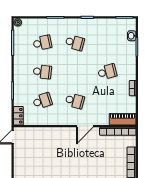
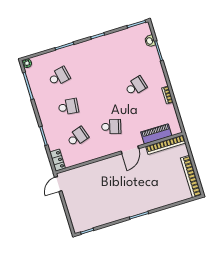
school desk: (75, 43) -> (93, 66), removed
piano: (123, 119) -> (156, 134), moved

